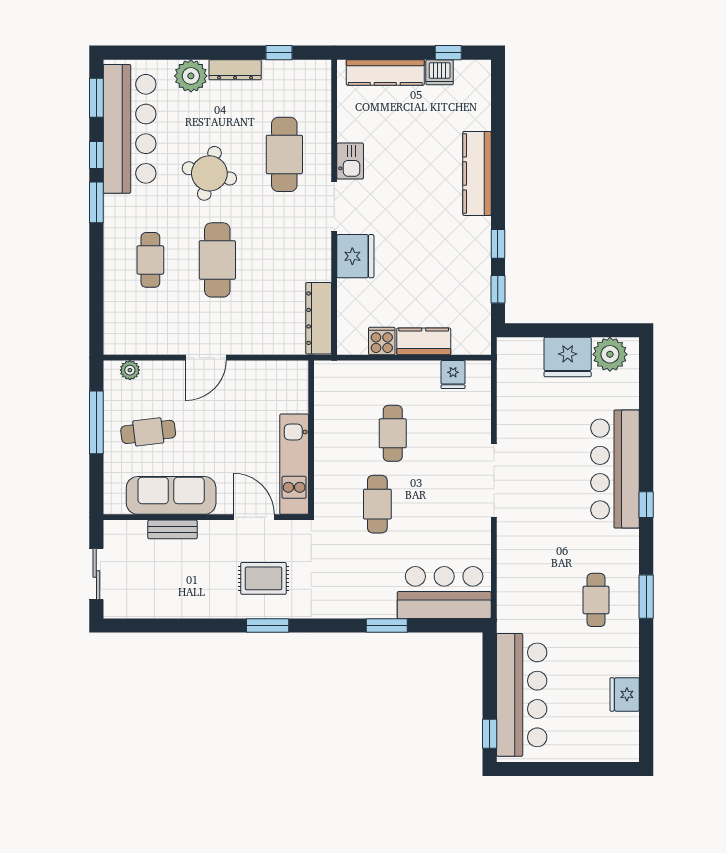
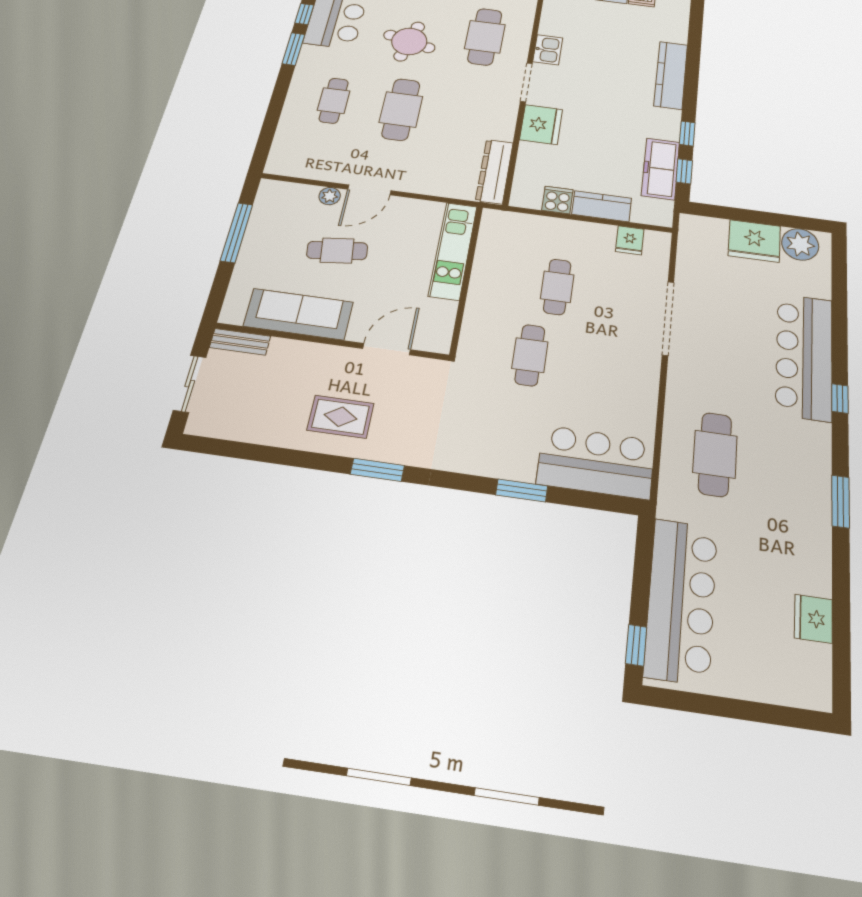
freezer: (475, 290) -> (660, 169), added
plant: (130, 370) -> (330, 196), moved
cafe table: (148, 432) -> (337, 251), moved
kitchen unit: (294, 464) -> (453, 251), moved
doorway: (494, 480) -> (668, 318), moved
door: (254, 517) -> (387, 349), hinge flipped
bench: (173, 529) -> (240, 342), moved
rug: (263, 578) -> (341, 417), moved
cafe table: (596, 600) -> (715, 454), moved, width x1.37, depth x1.35

